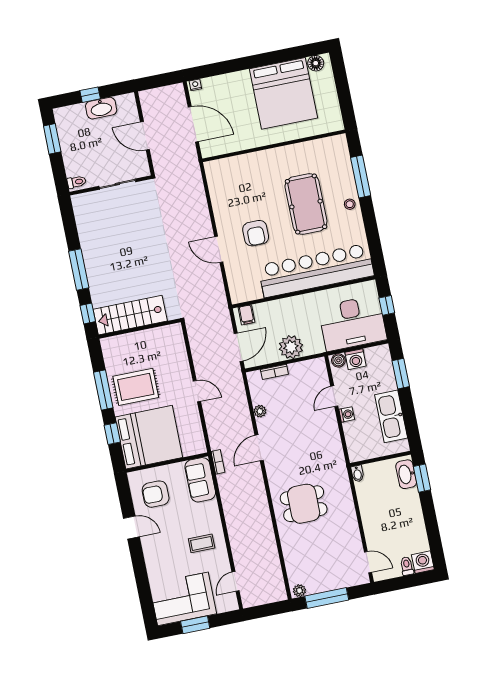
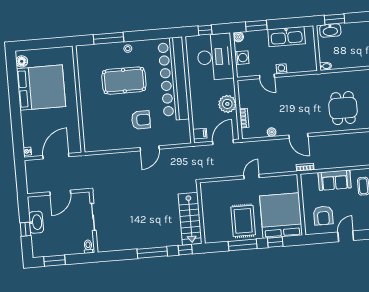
door: (239, 347) -> (223, 142), hinge flipped
boiler: (338, 360) -> (238, 37), moved
sofa: (200, 480) -> (335, 180), moved

